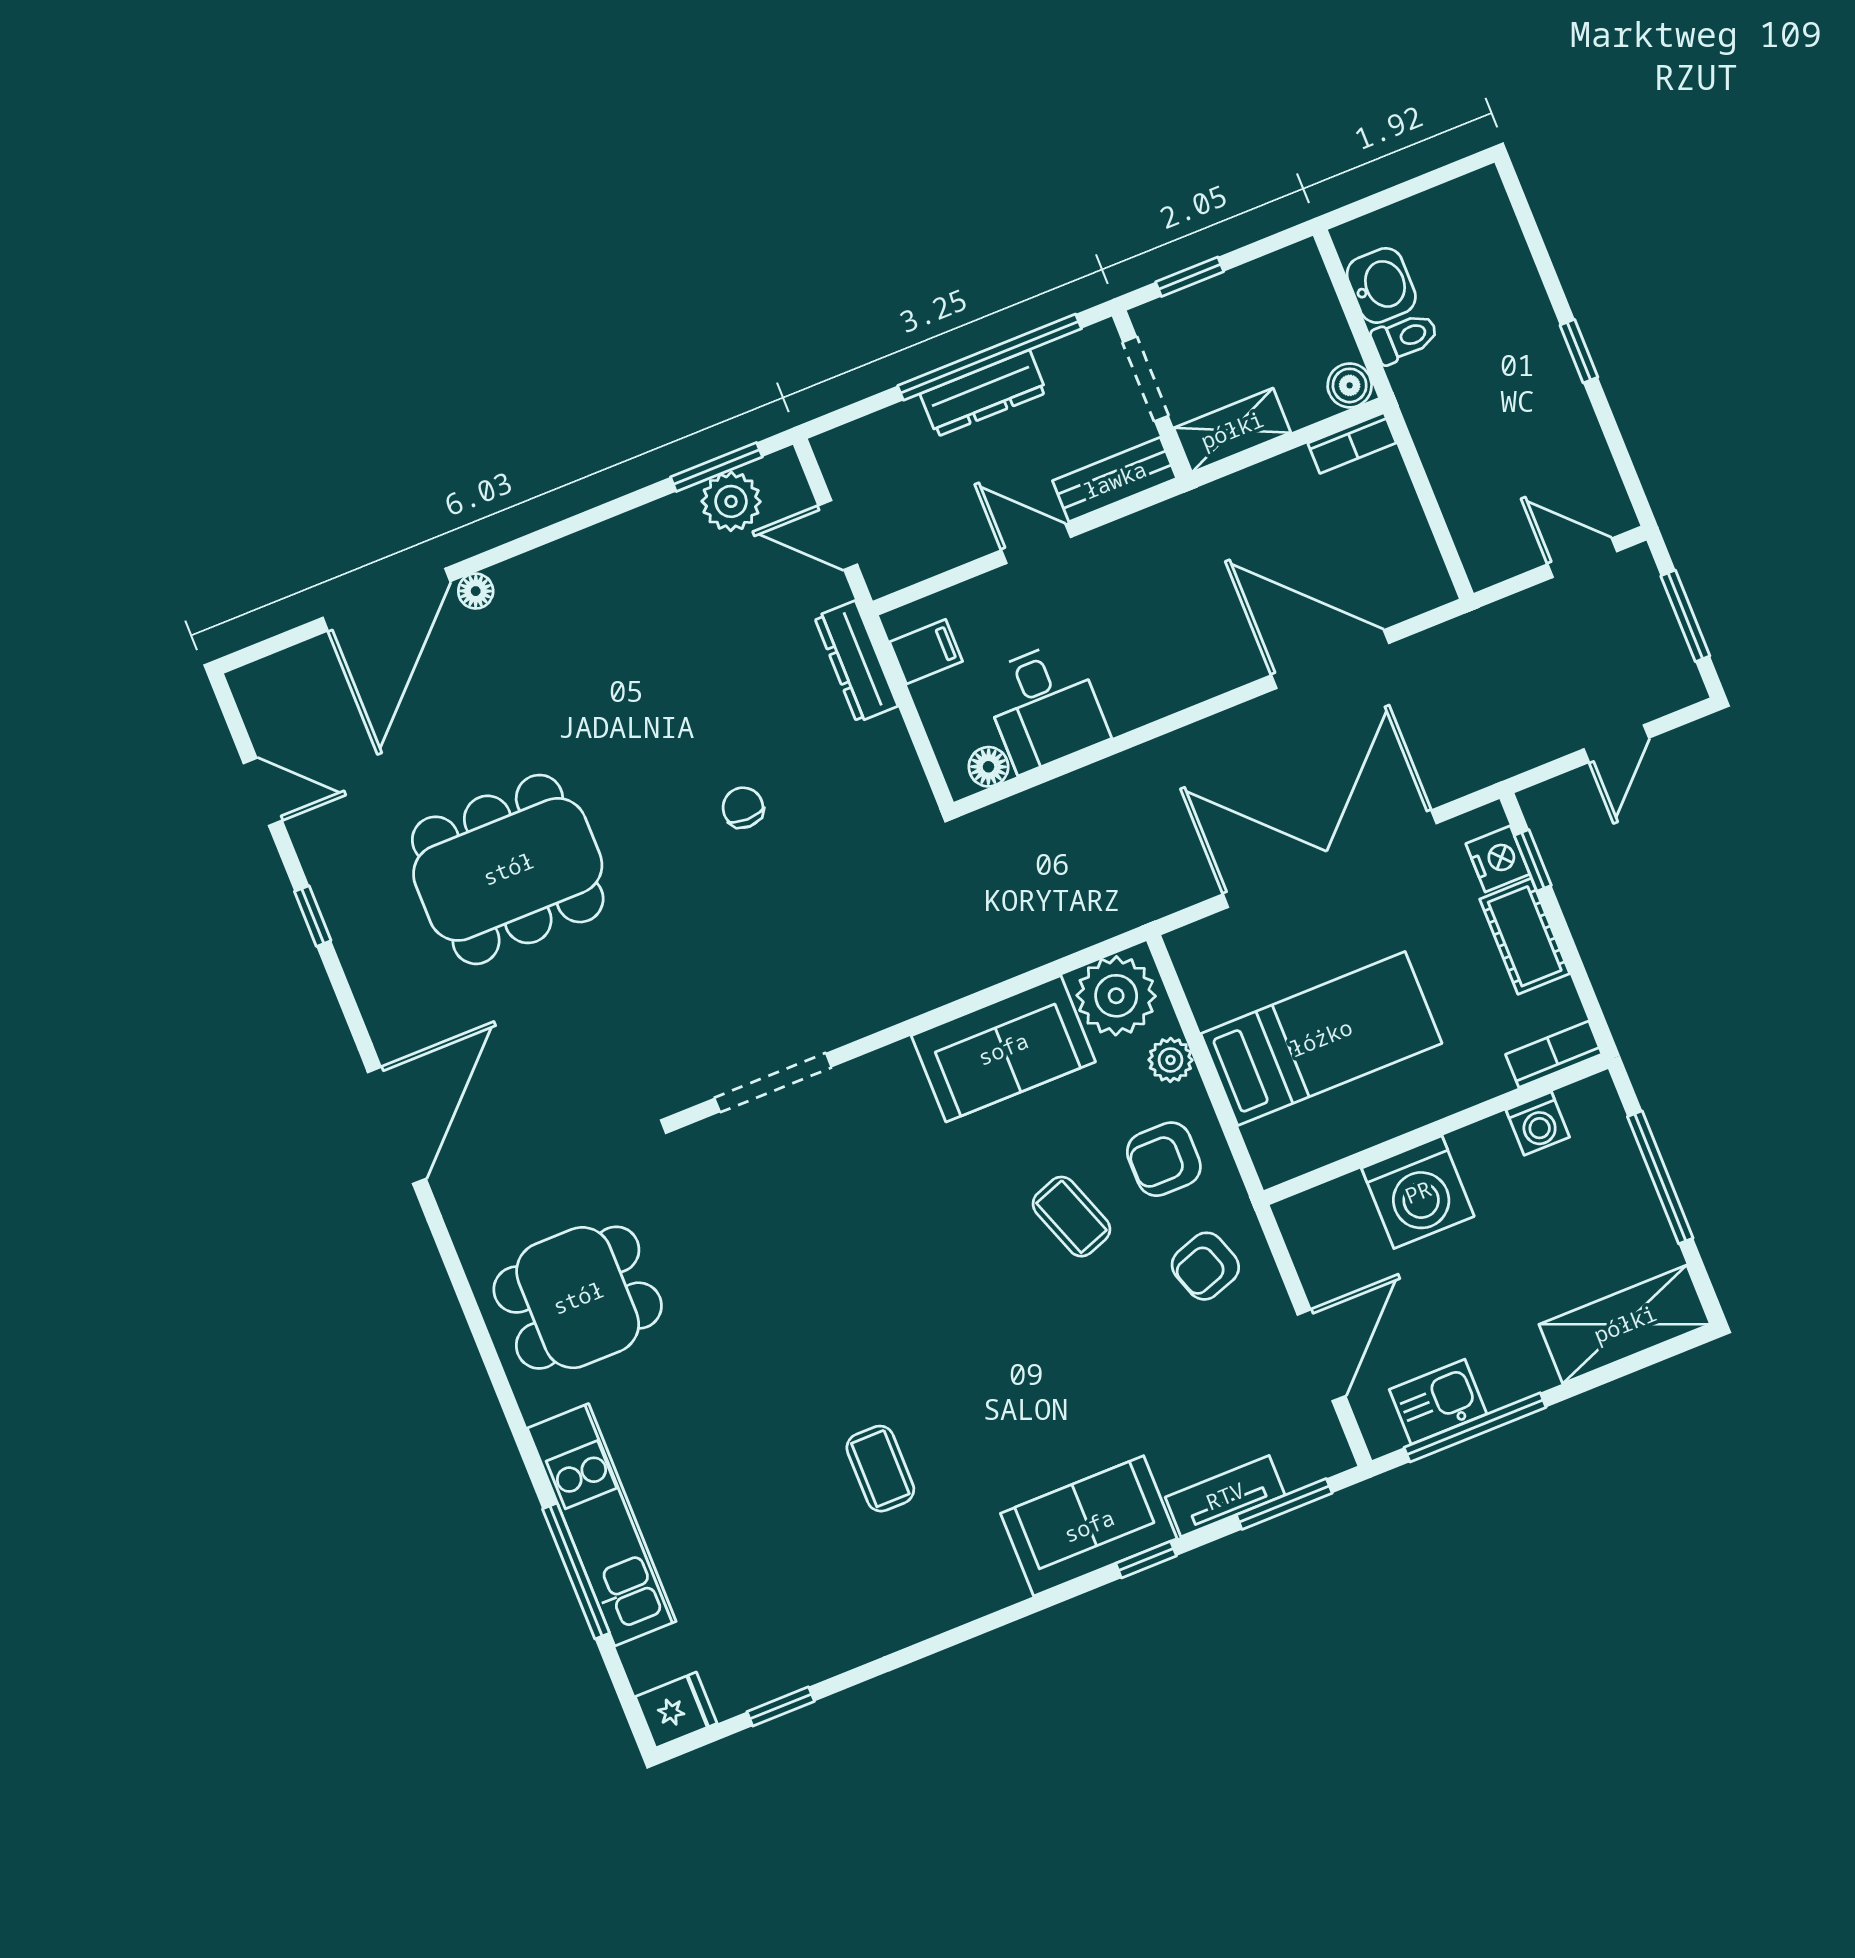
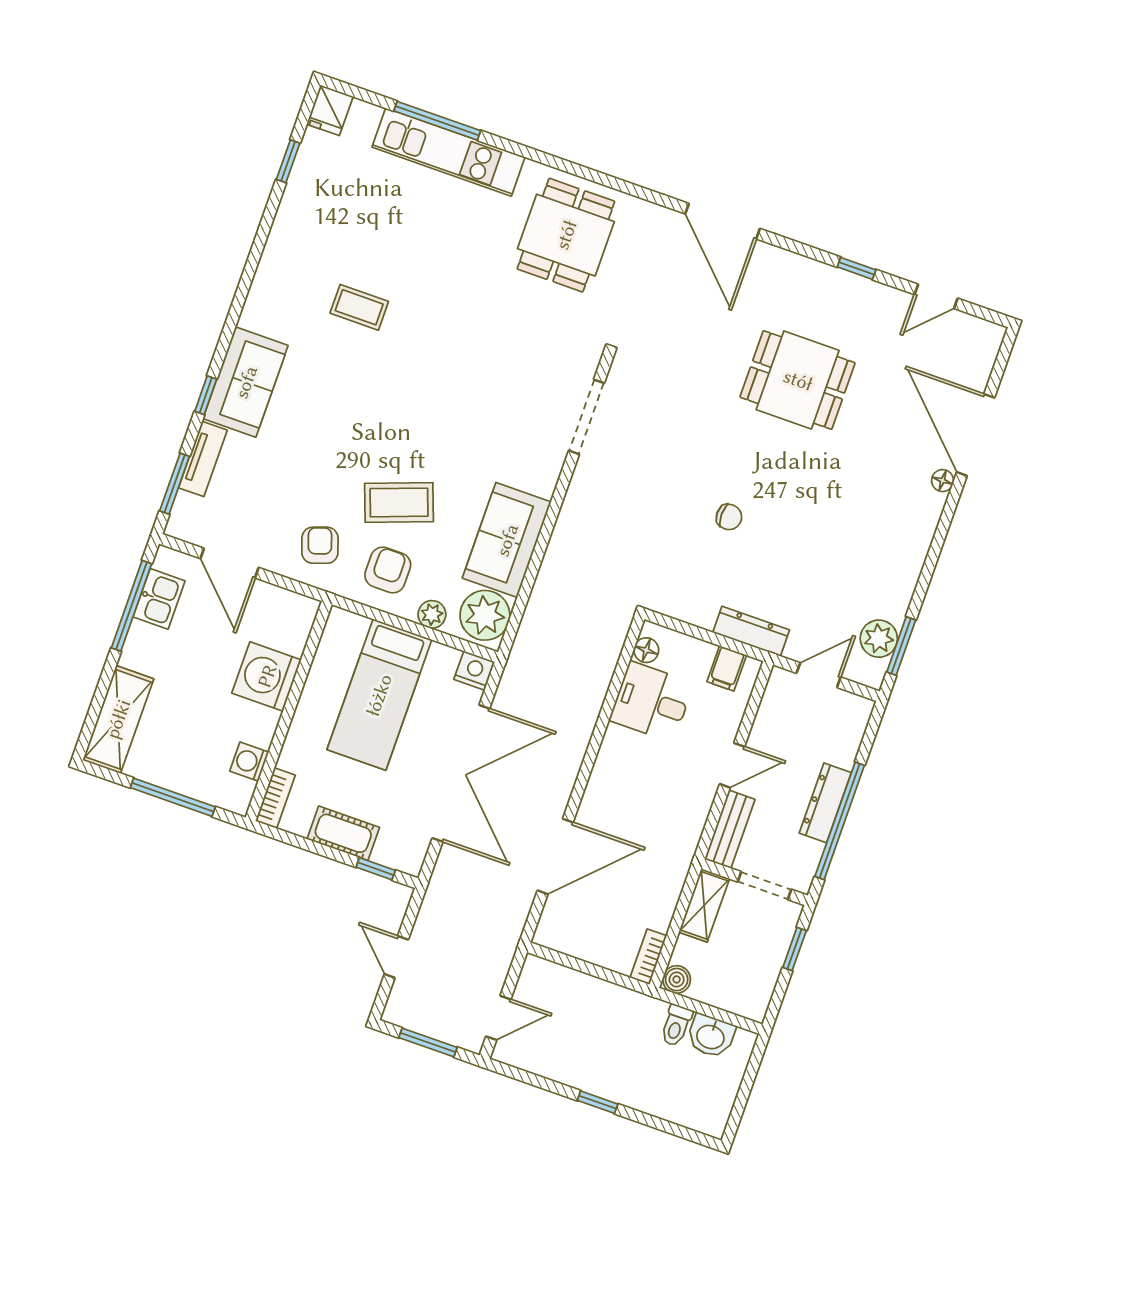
nightstand: (1498, 859) -> (474, 671), moved, turned 180
dining table: (508, 869) -> (798, 380), width x0.73
coffee table: (1071, 1217) -> (399, 502), width x1.36, depth x1.30

